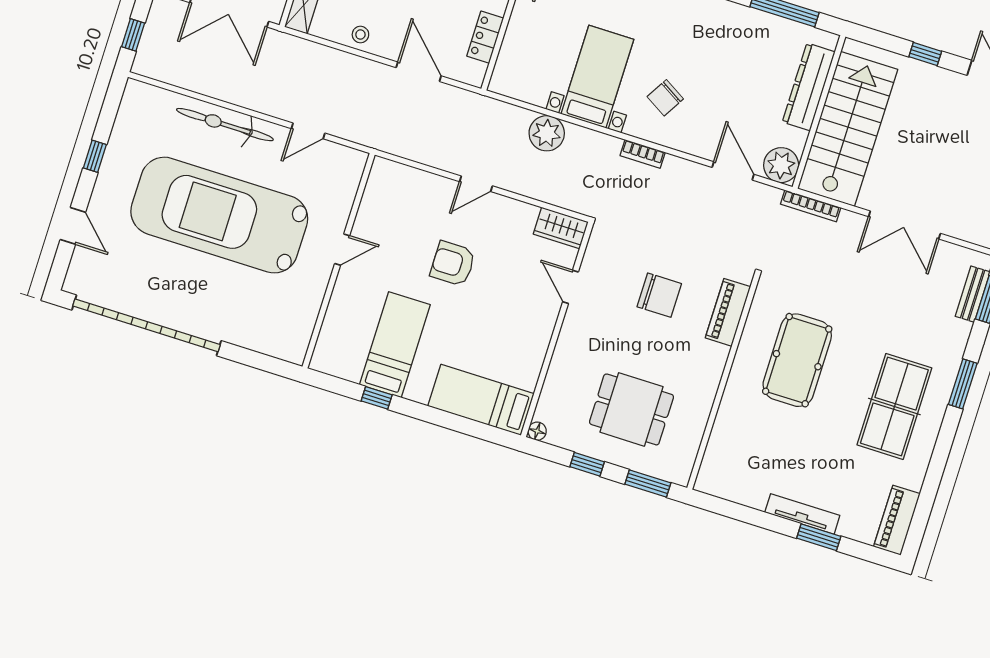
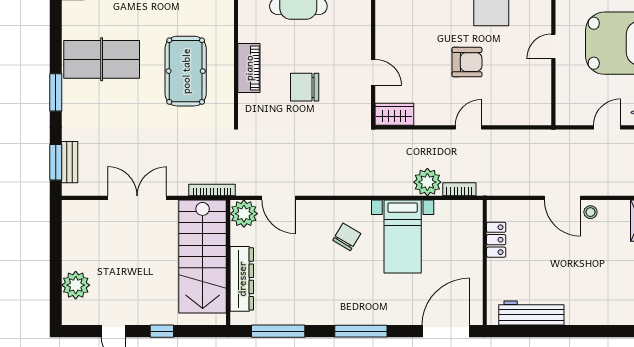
door: (419, 72) -> (562, 198), moved
bookcase: (643, 154) -> (459, 189), moved
piano: (728, 312) -> (249, 68), moved
table tennis table: (894, 406) -> (102, 59), turned 90

